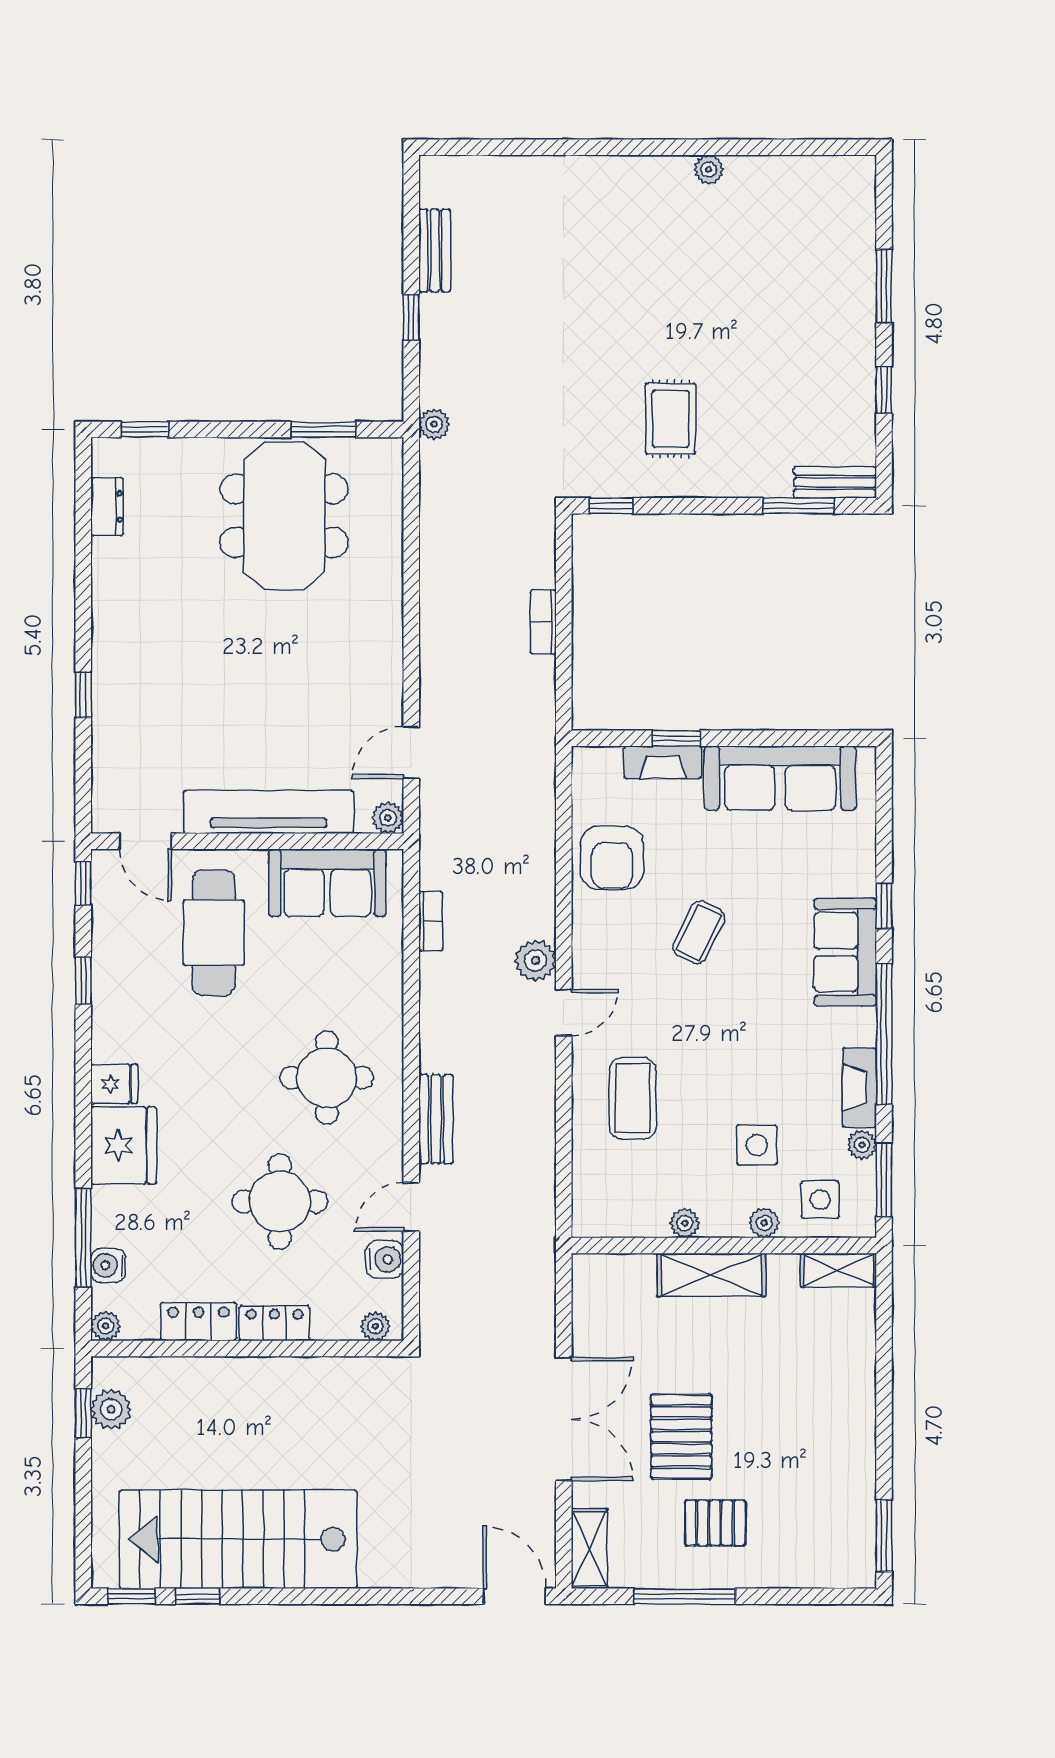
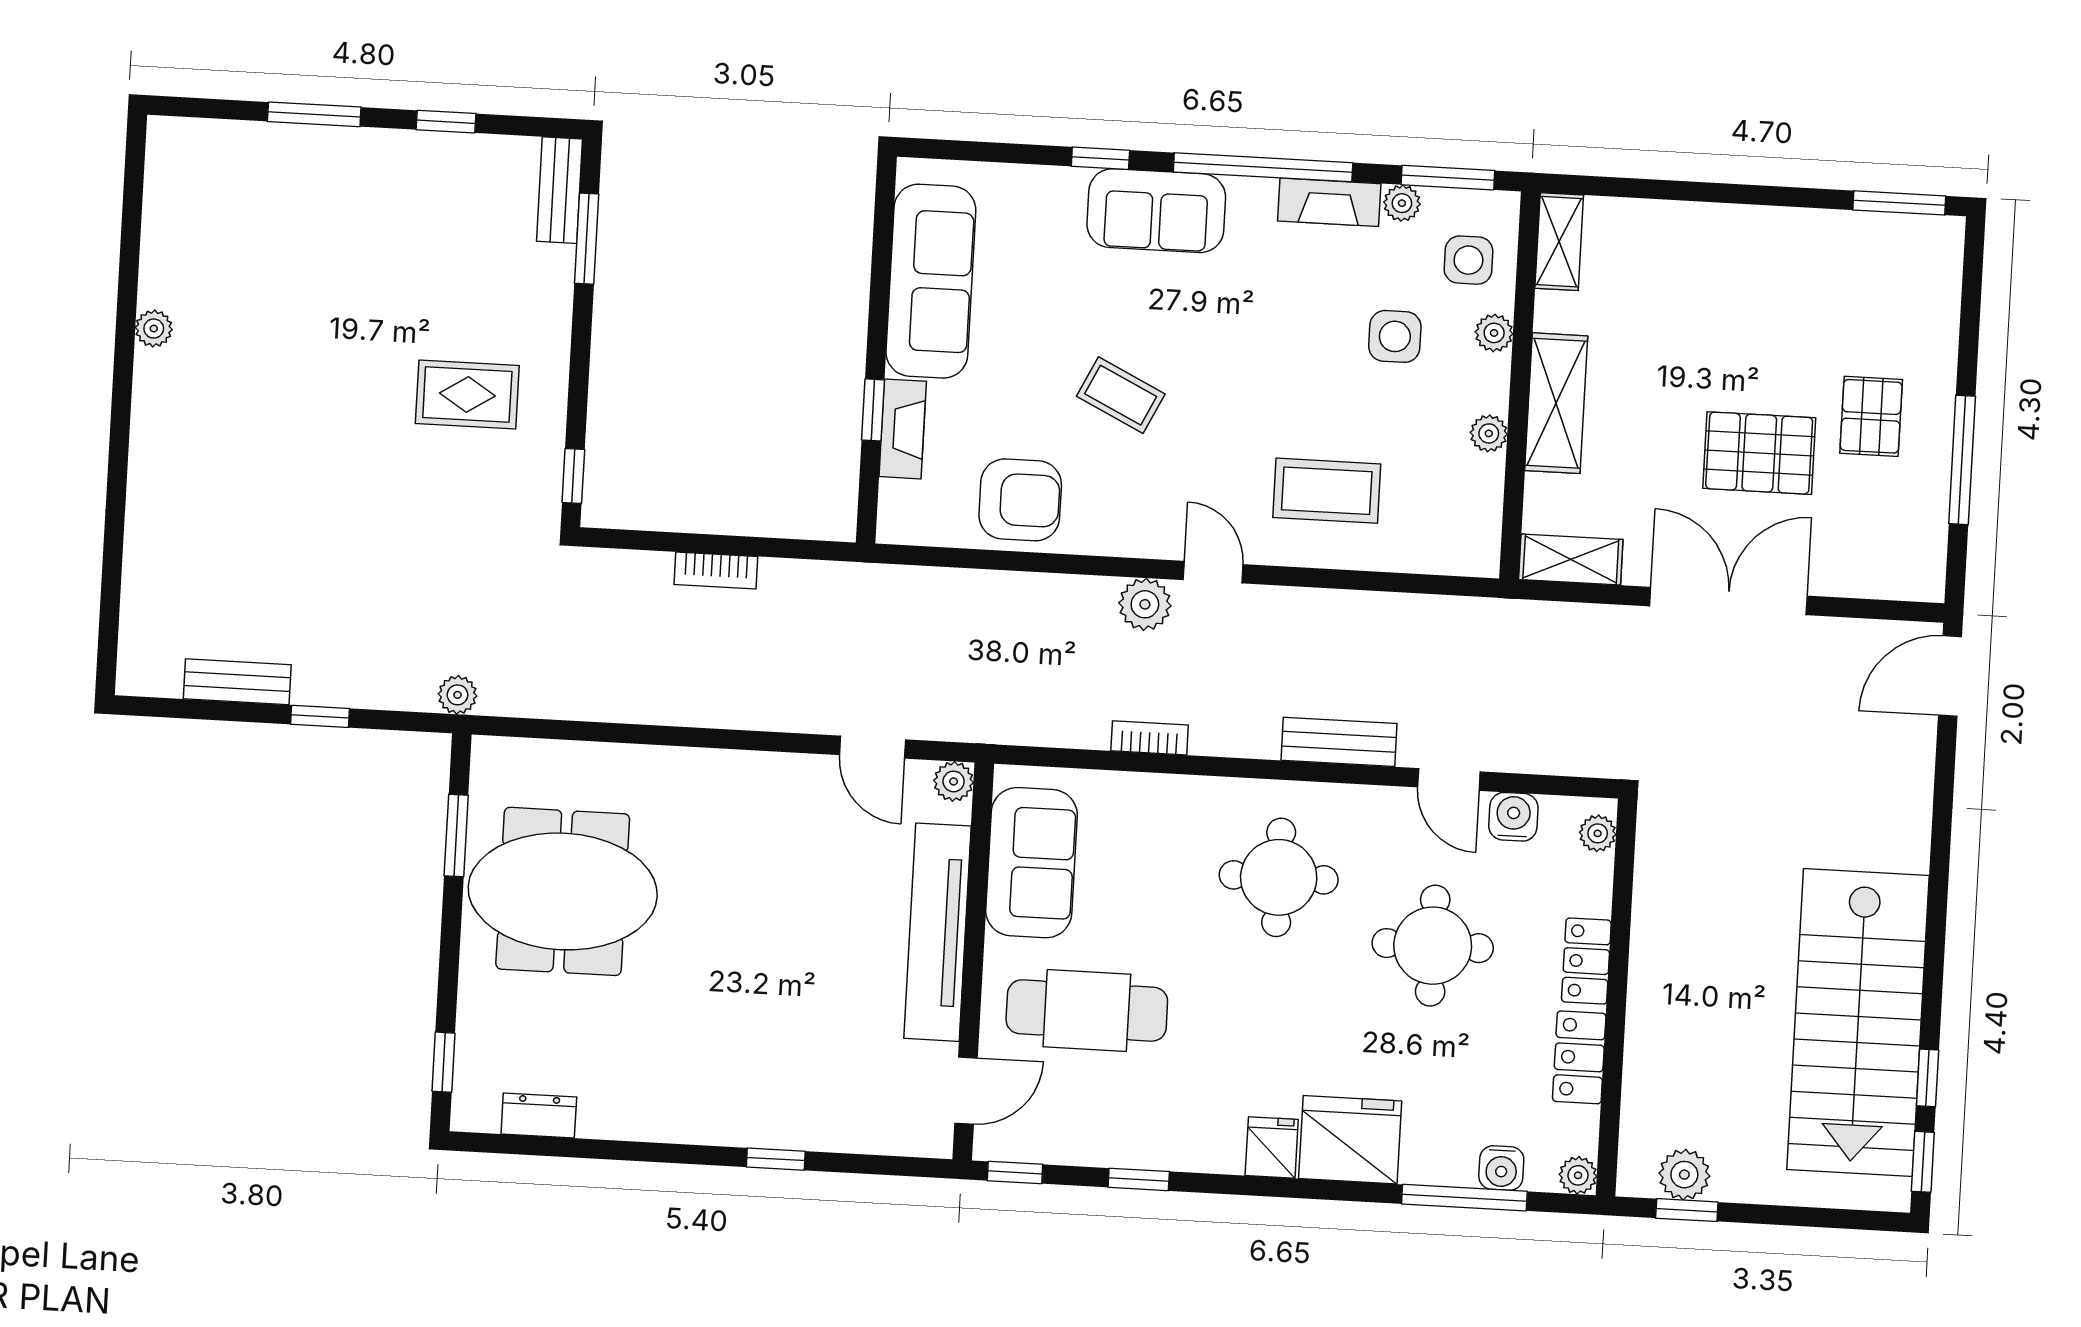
bookcase: (431, 921) -> (1150, 738), moved
shelving: (589, 1549) -> (1571, 559), moved

